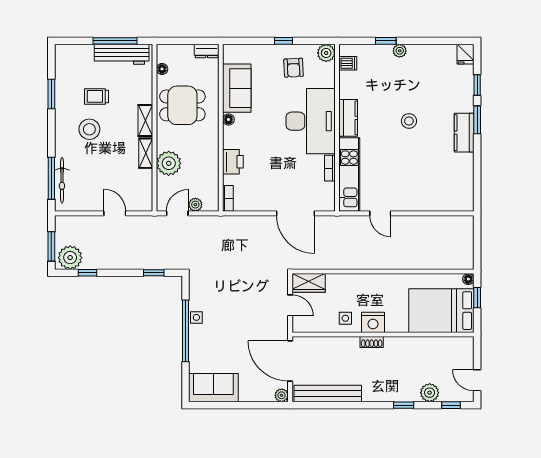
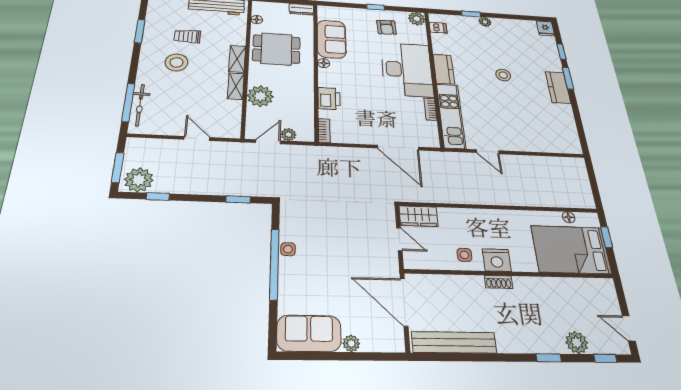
floor lamp: (468, 279) -> (569, 217), moved
plant: (282, 395) -> (351, 343), moved

